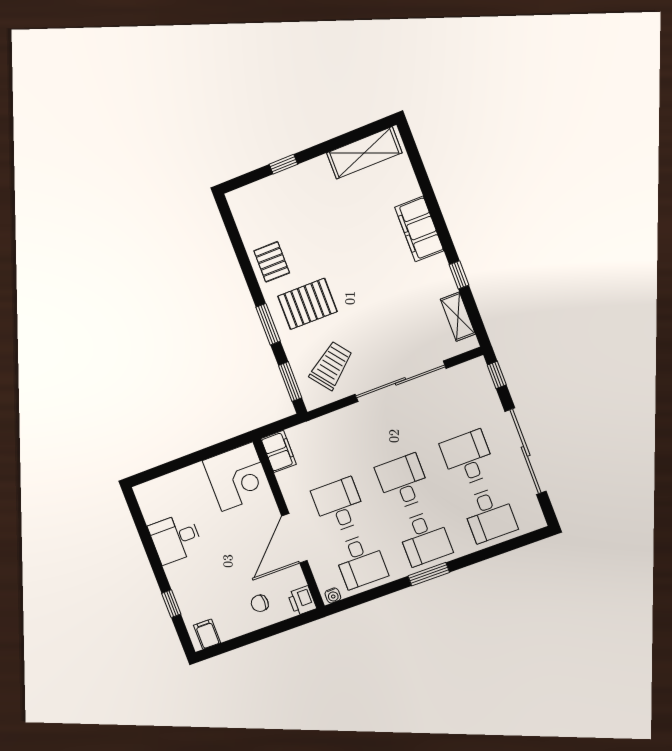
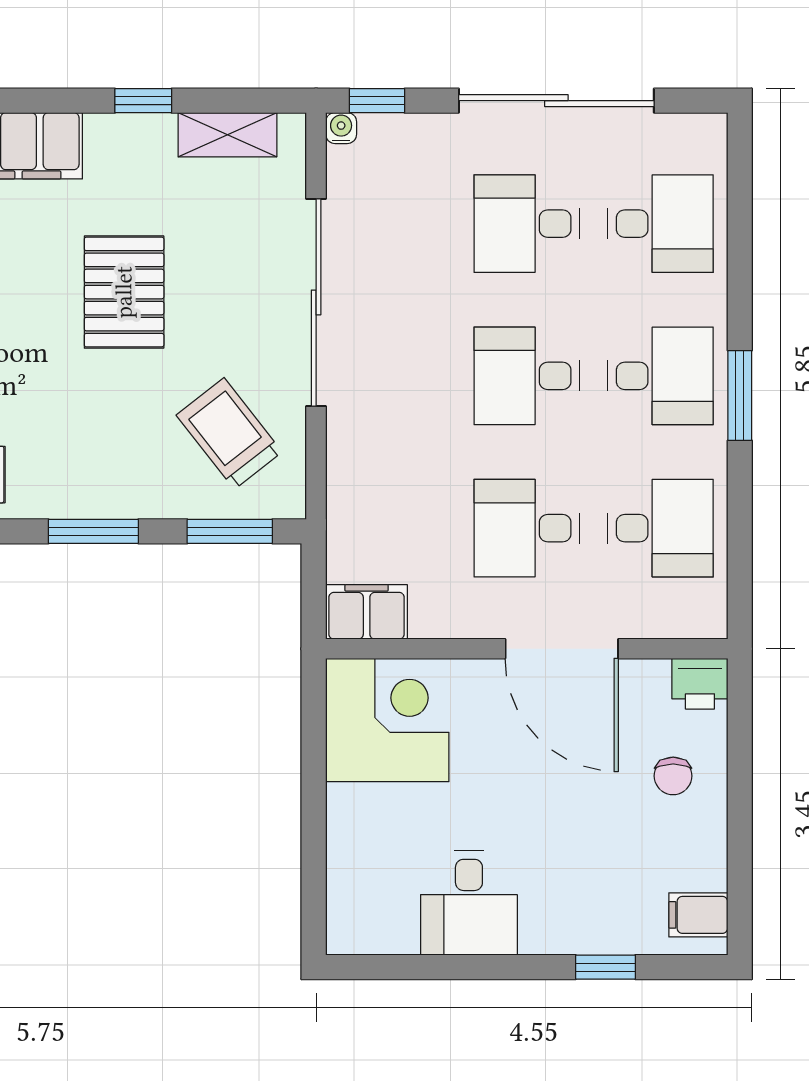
pallet: (307, 304) -> (124, 292), moved
water cooler: (333, 596) -> (341, 128), moved, turned -90

